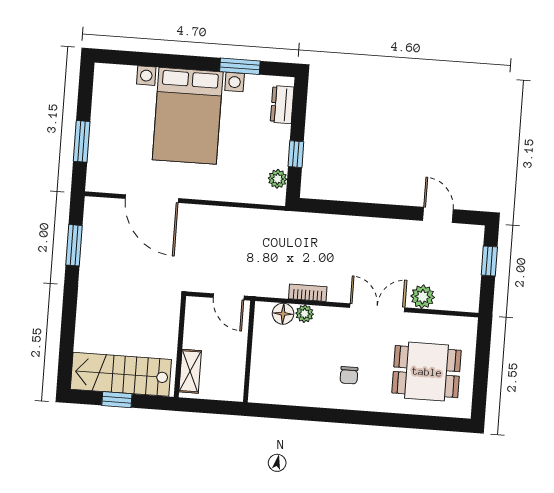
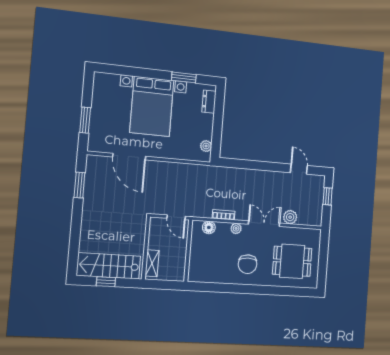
window: (296, 154) -> (217, 131), removed
plant: (305, 314) -> (236, 228), moved
chair: (349, 375) -> (248, 264), width x1.87, depth x1.87

